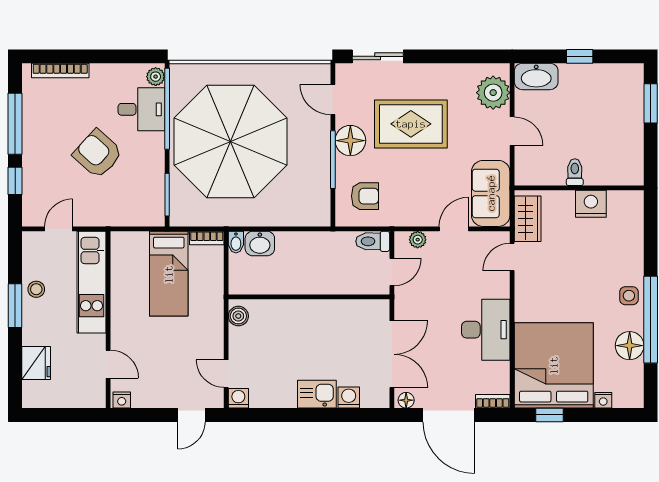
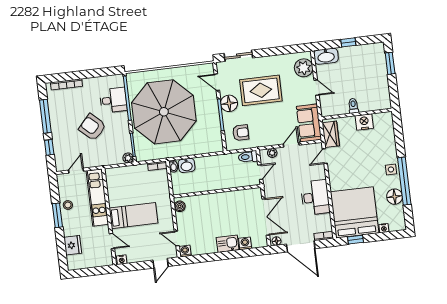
plant: (156, 77) -> (128, 158), moved
bed: (169, 274) -> (134, 216), moved, turned -90

